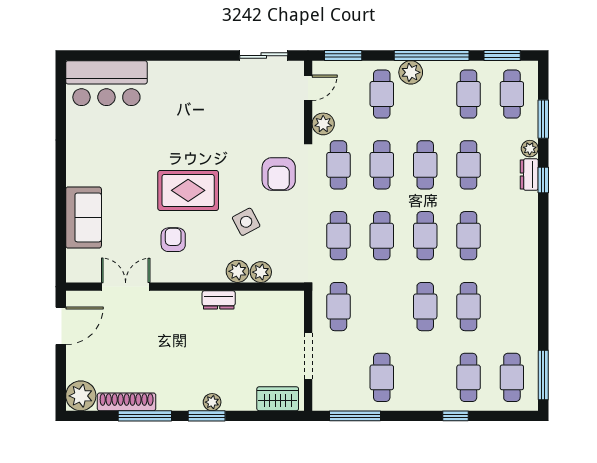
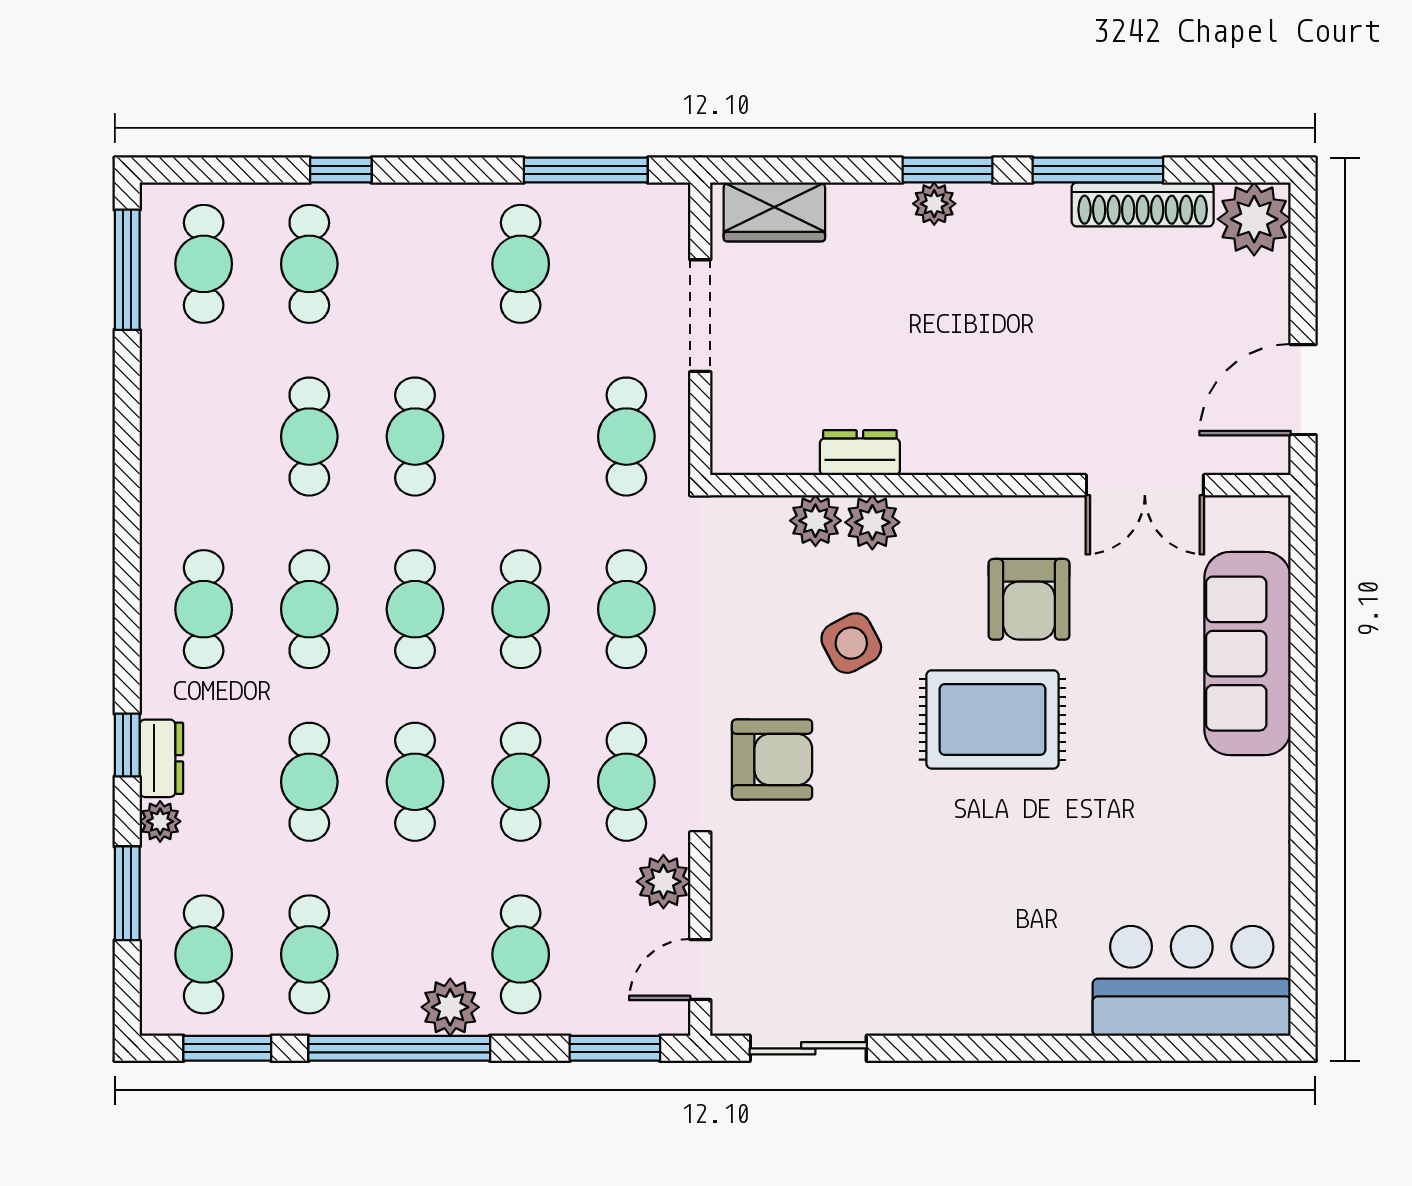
armchair: (279, 174) -> (772, 760), turned 90
sofa: (84, 217) -> (1247, 654), width x1.36
cafe table: (512, 236) -> (204, 609), added
armchair: (173, 240) -> (1029, 599), width x1.38, depth x1.38
dresser: (219, 300) -> (860, 453), moved

